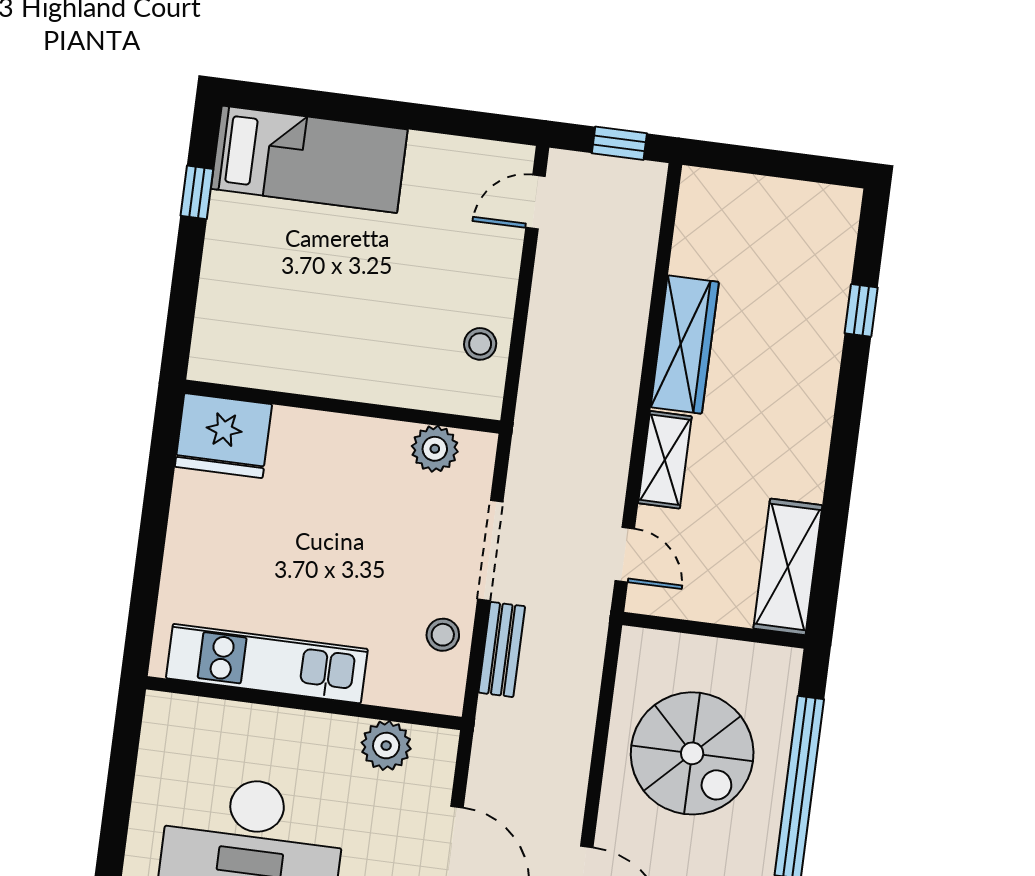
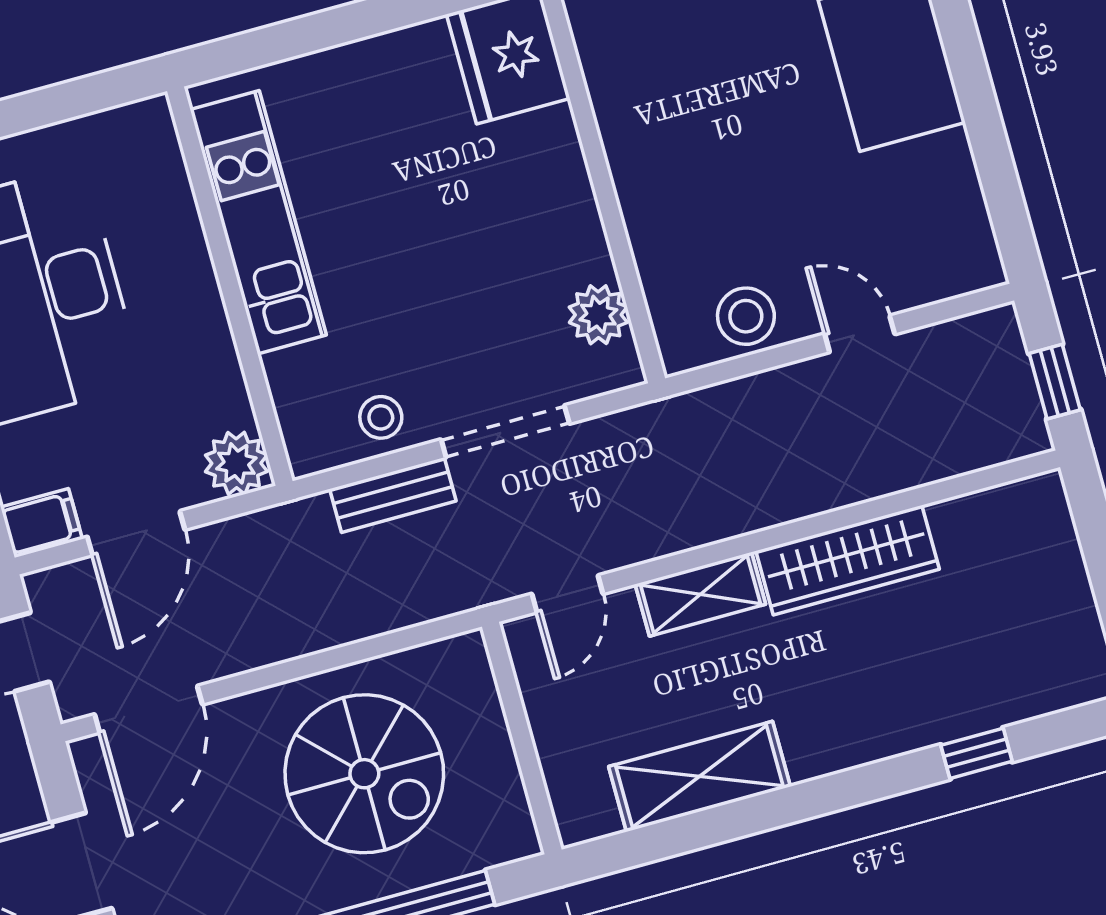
door: (535, 202) -> (860, 334), moved
stool: (480, 344) -> (746, 316), width x1.37, depth x1.37
shelving: (788, 567) -> (700, 776), moved
plant: (386, 746) -> (236, 463), moved
spiral stairs: (692, 753) -> (364, 774), turned -90

